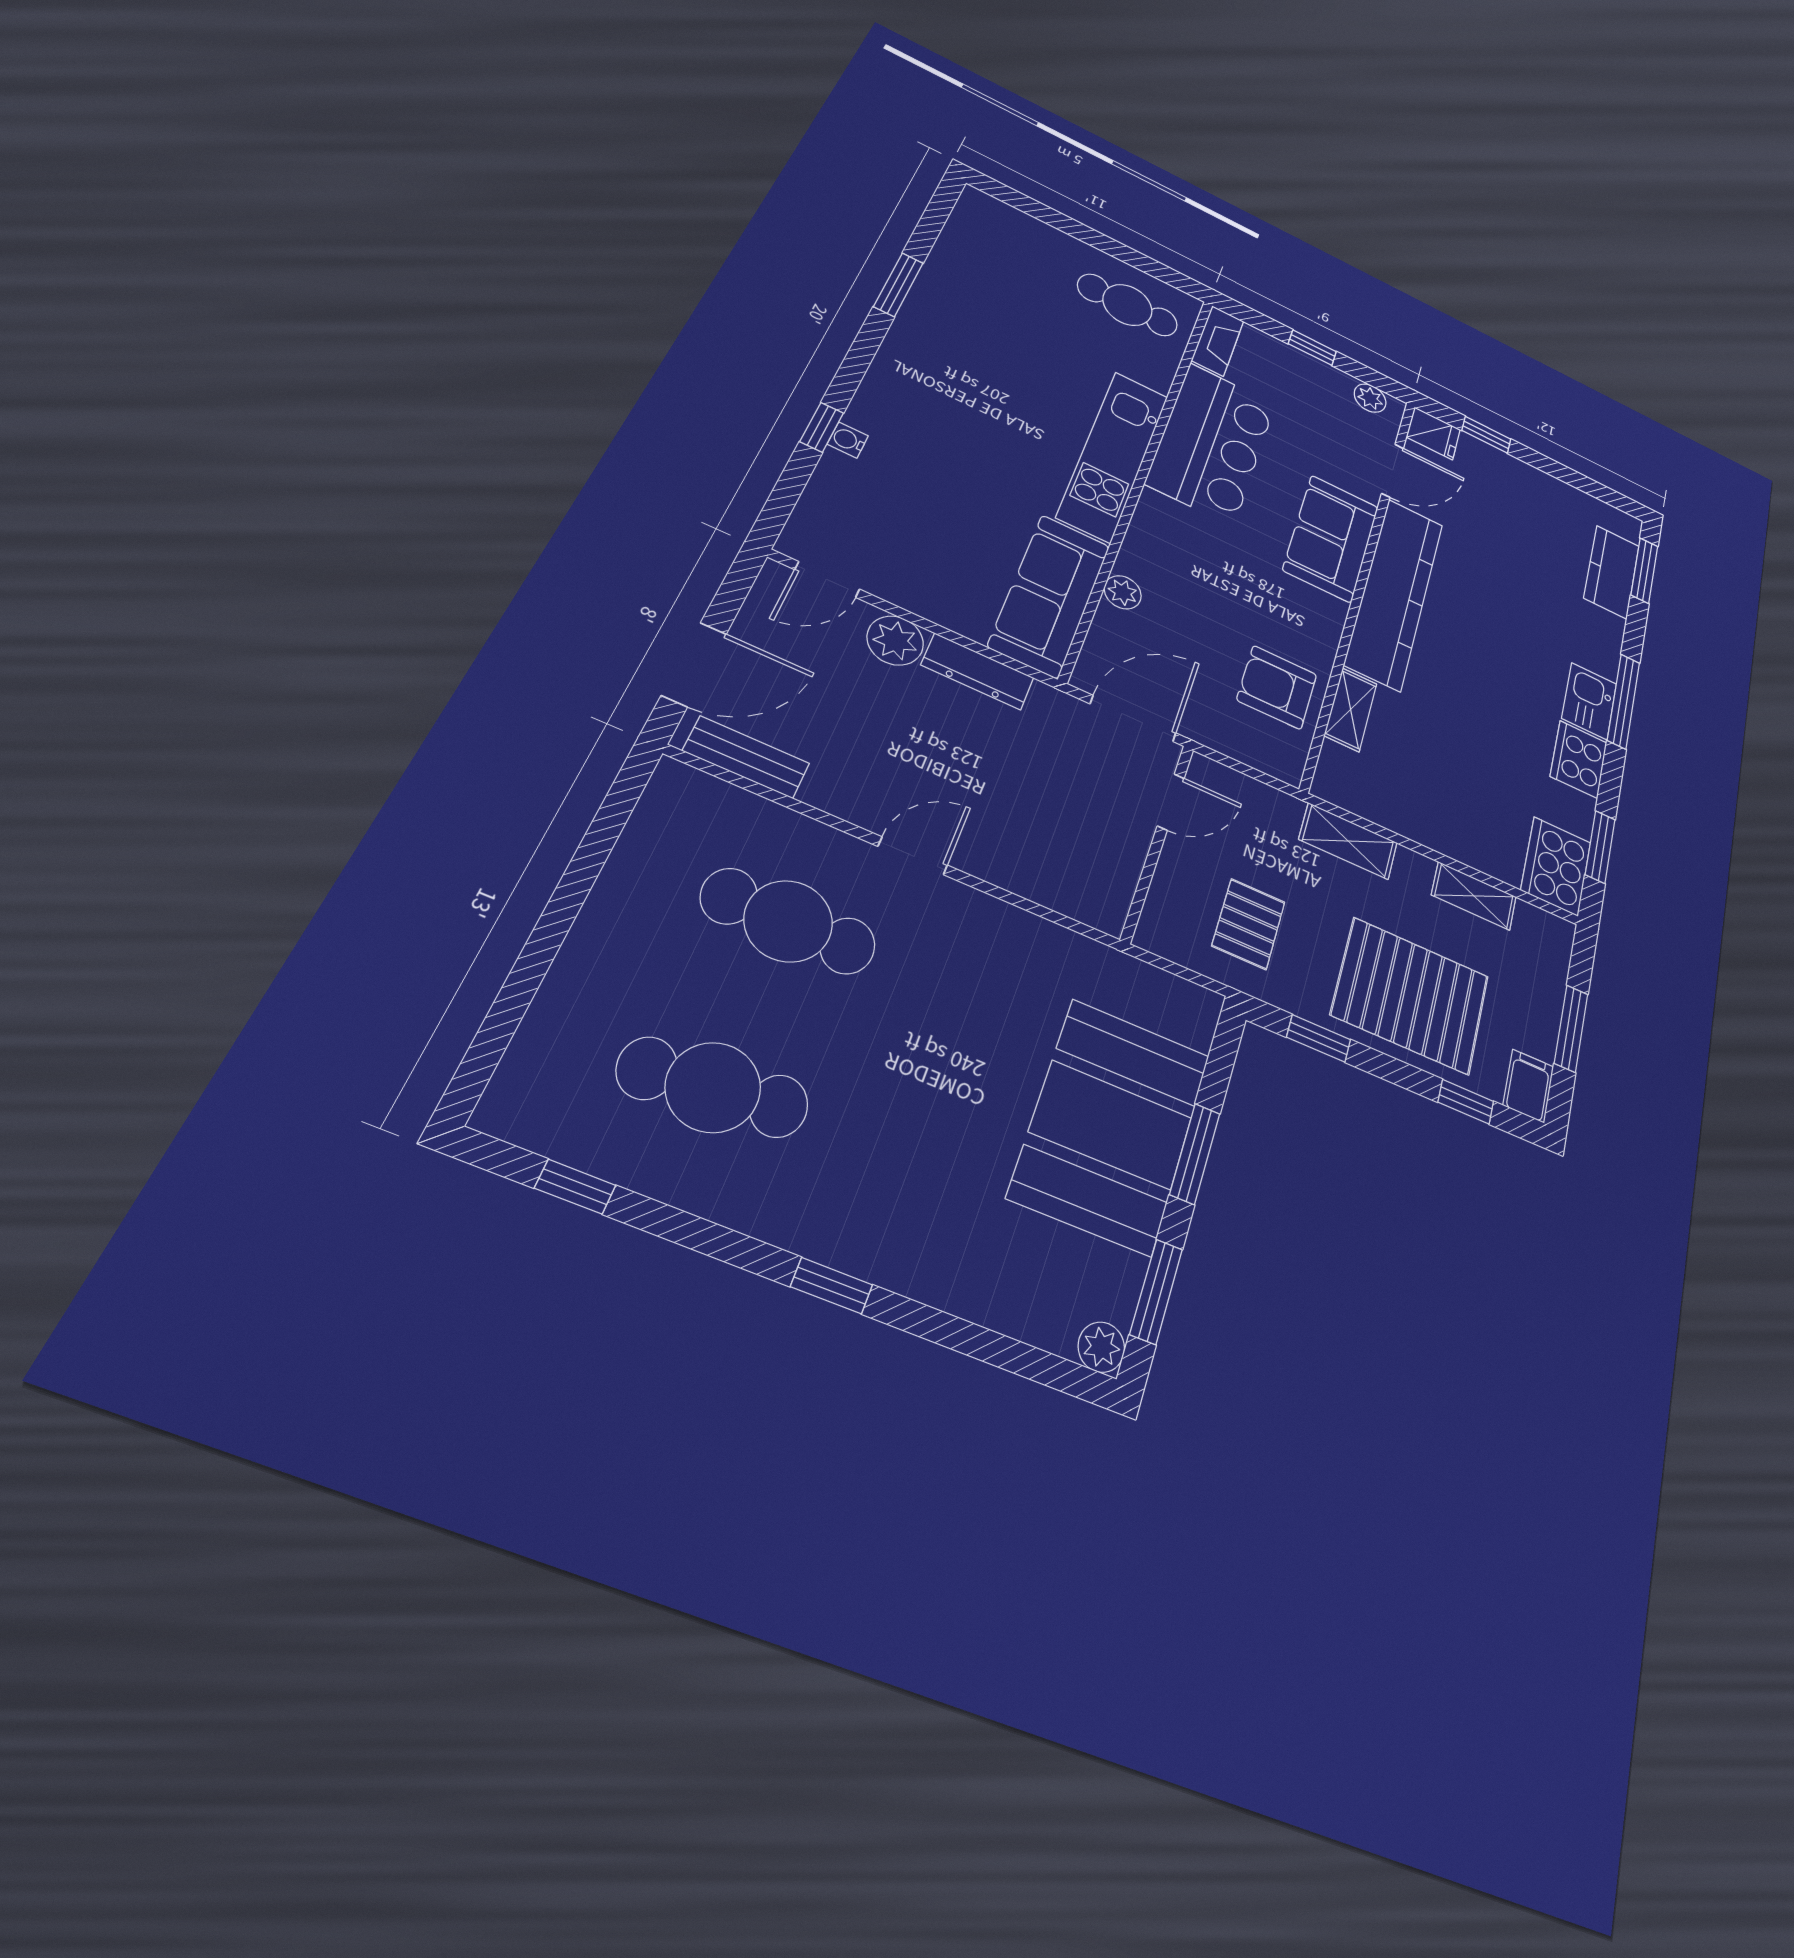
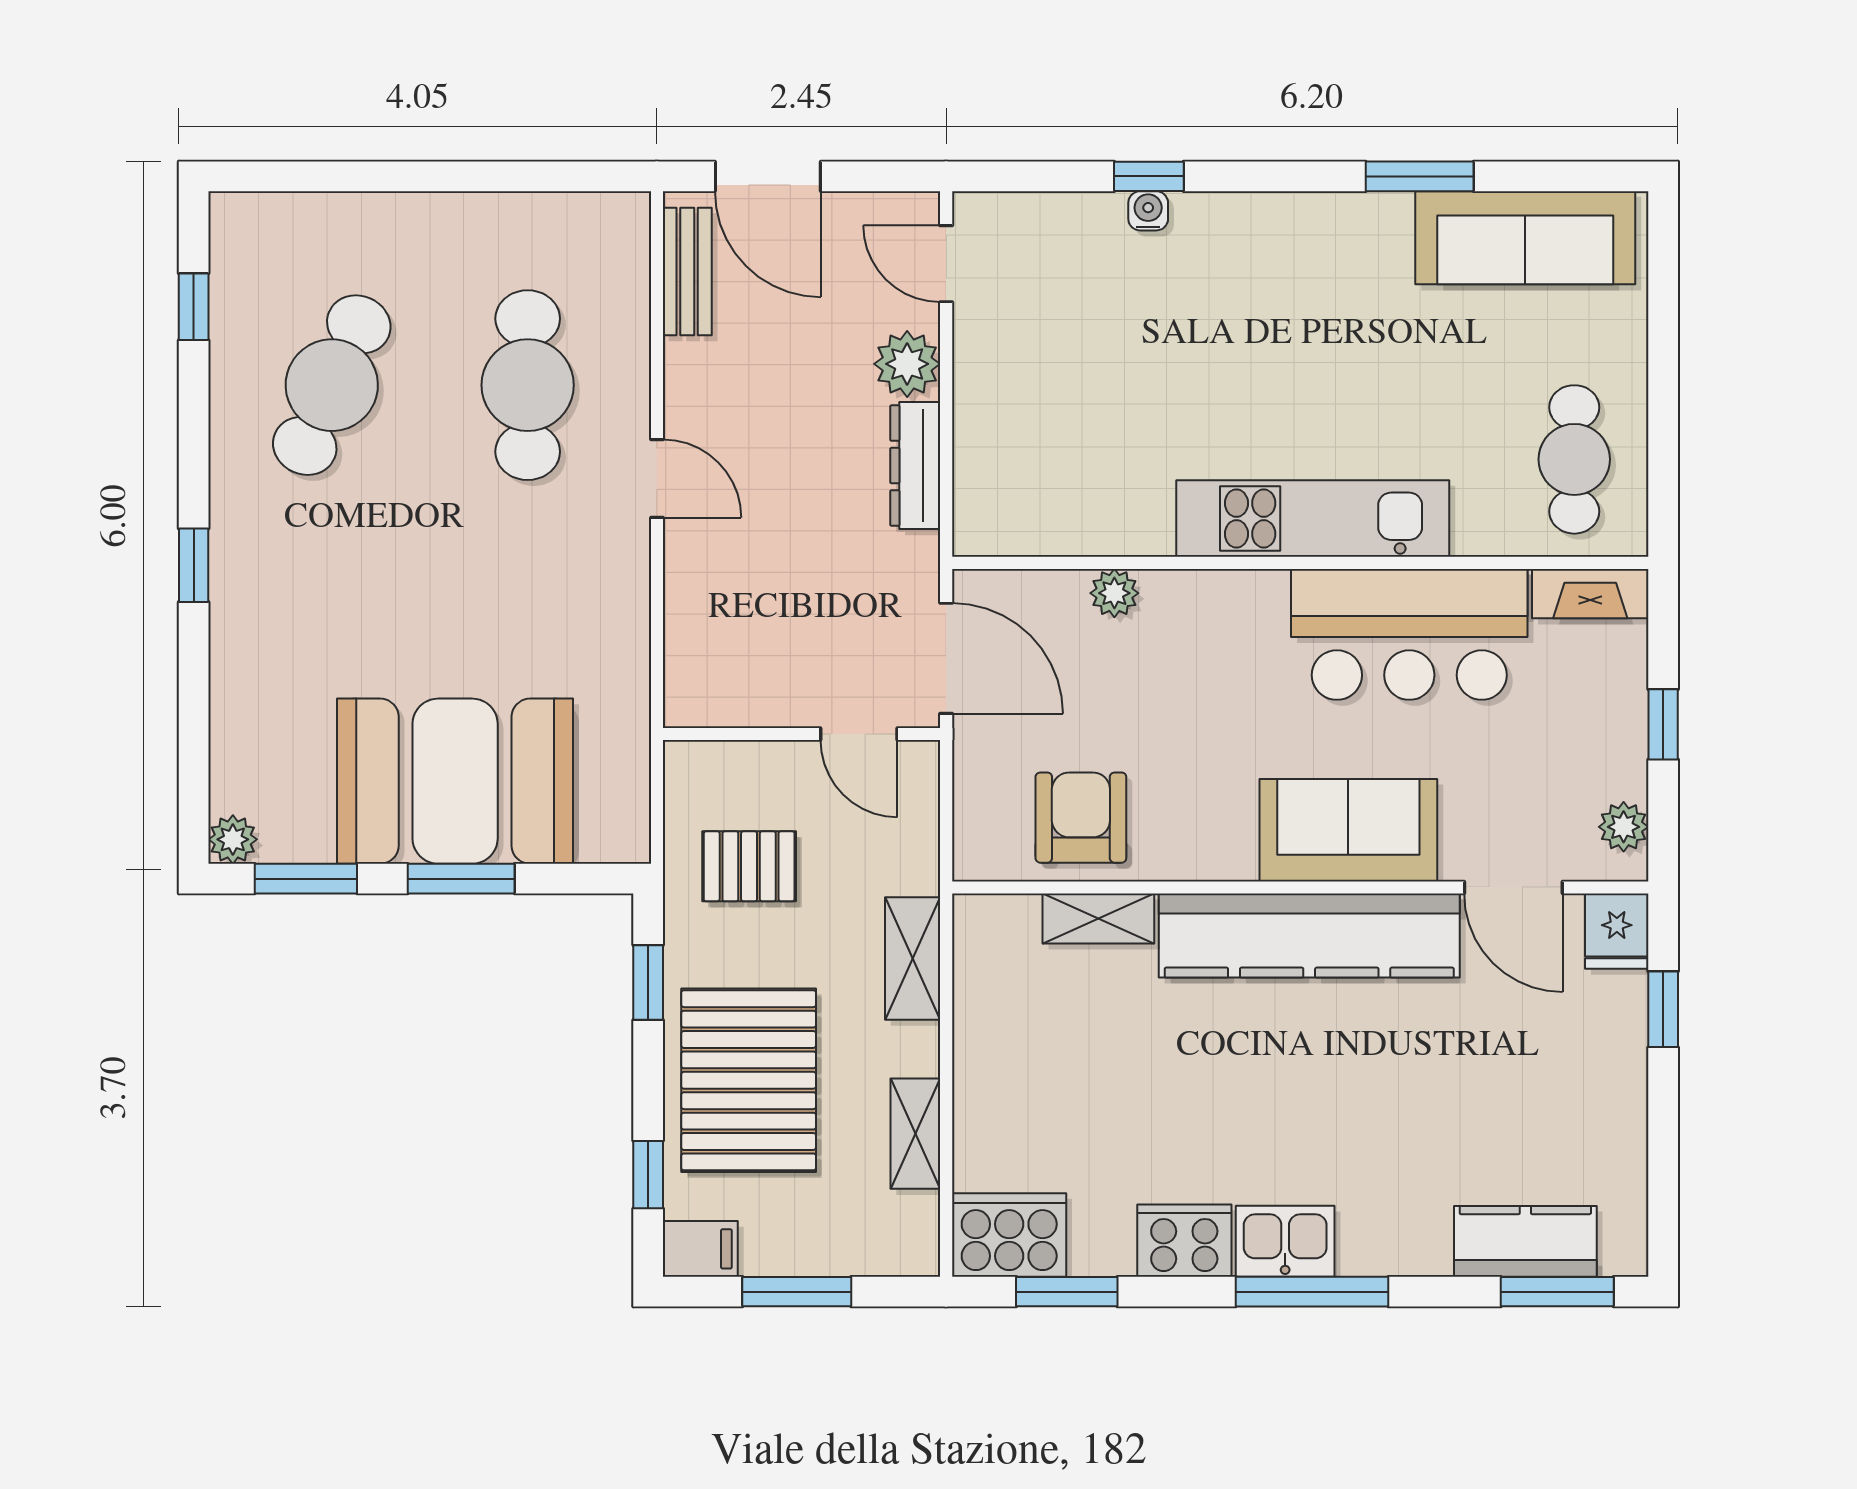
sofa: (1050, 595) -> (1525, 238), moved, turned 180
cafe table: (713, 1087) -> (332, 385), turned 30

